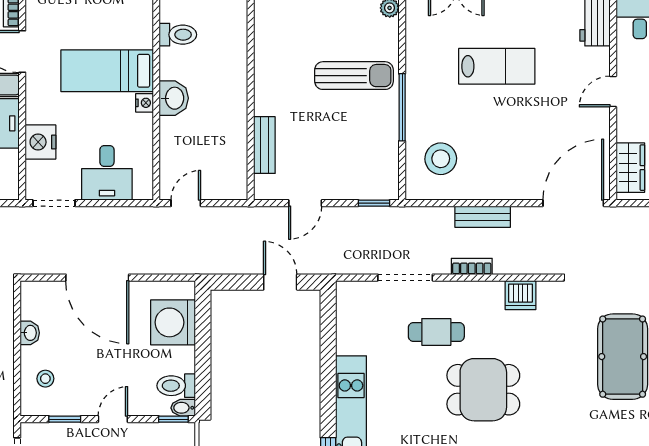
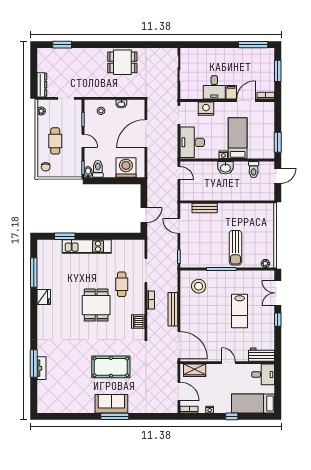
desk: (107, 173) -> (192, 142), width x1.37
bench: (483, 217) -> (173, 309), width x1.36

